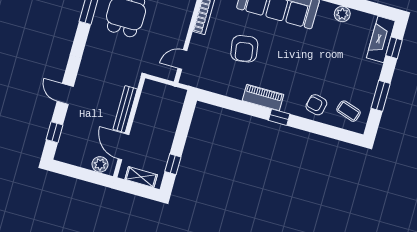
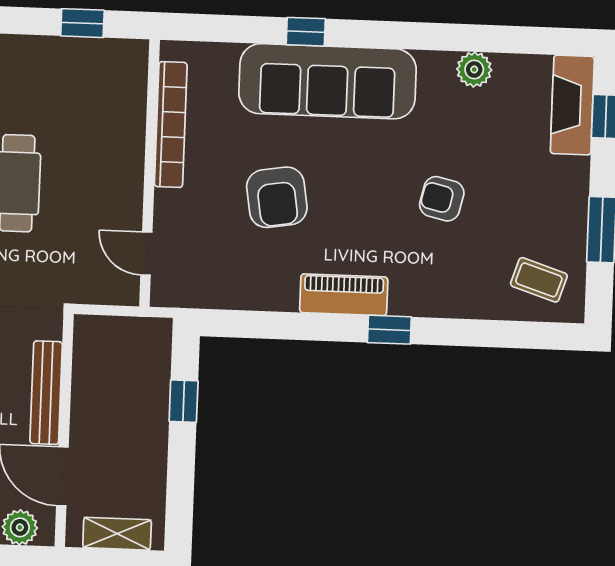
door: (182, 60) -> (146, 253), hinge flipped
armchair: (316, 105) -> (442, 199), moved
window: (173, 164) -> (184, 401), moved

